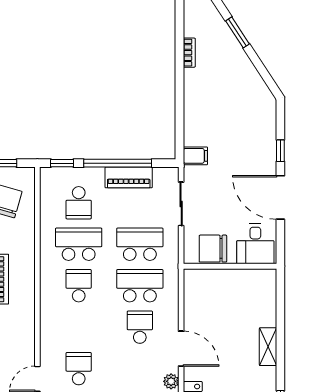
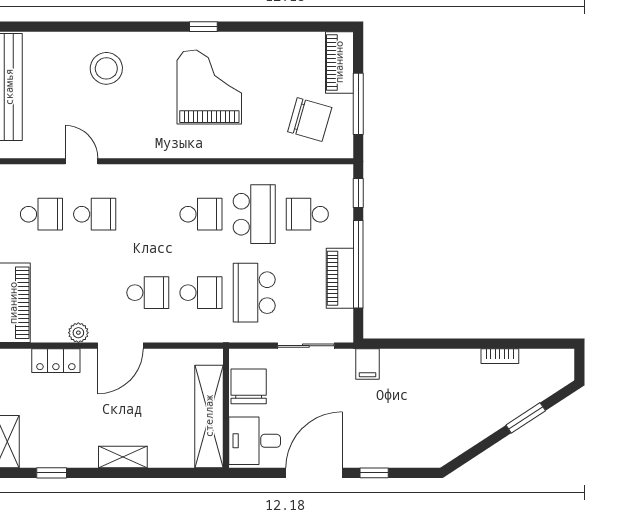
school desk: (140, 244) -> (254, 293), turned 180
shelving: (236, 279) -> (209, 416), added
school desk: (140, 286) -> (201, 293), width x0.54

